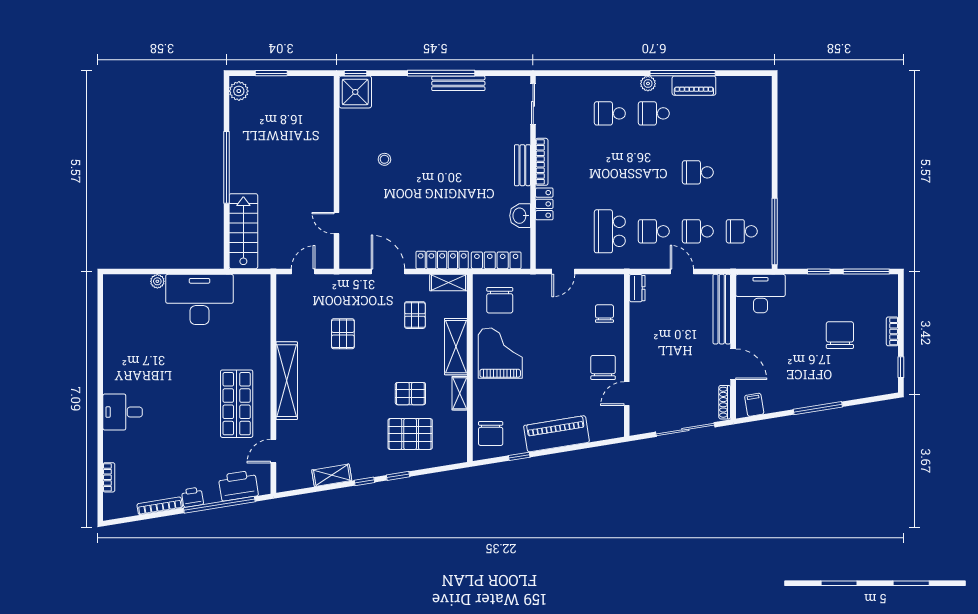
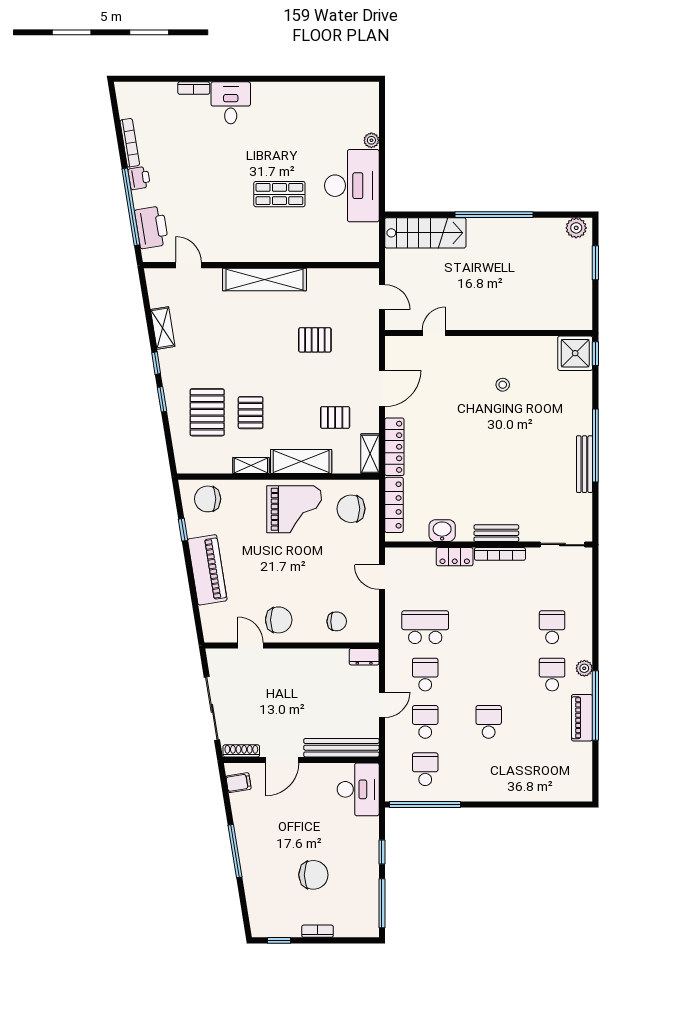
shop shelf: (237, 404) -> (279, 194), moved, width x0.70, depth x0.74
bookcase: (109, 477) -> (194, 88), moved

